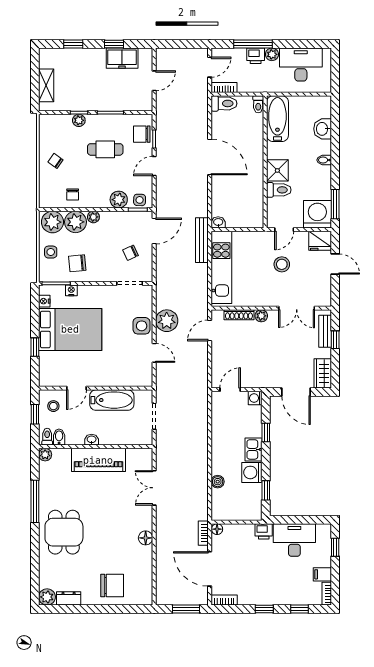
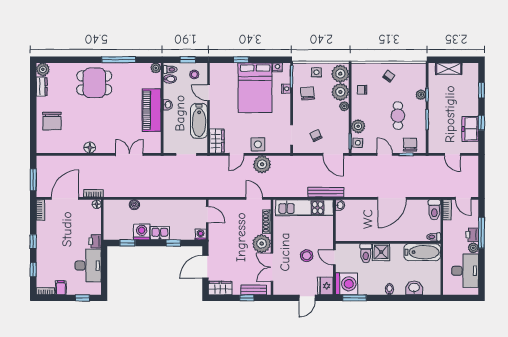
plant: (261, 316) -> (262, 244), width x1.88, depth x1.88
wardrobe: (137, 378) -> (217, 141), added

